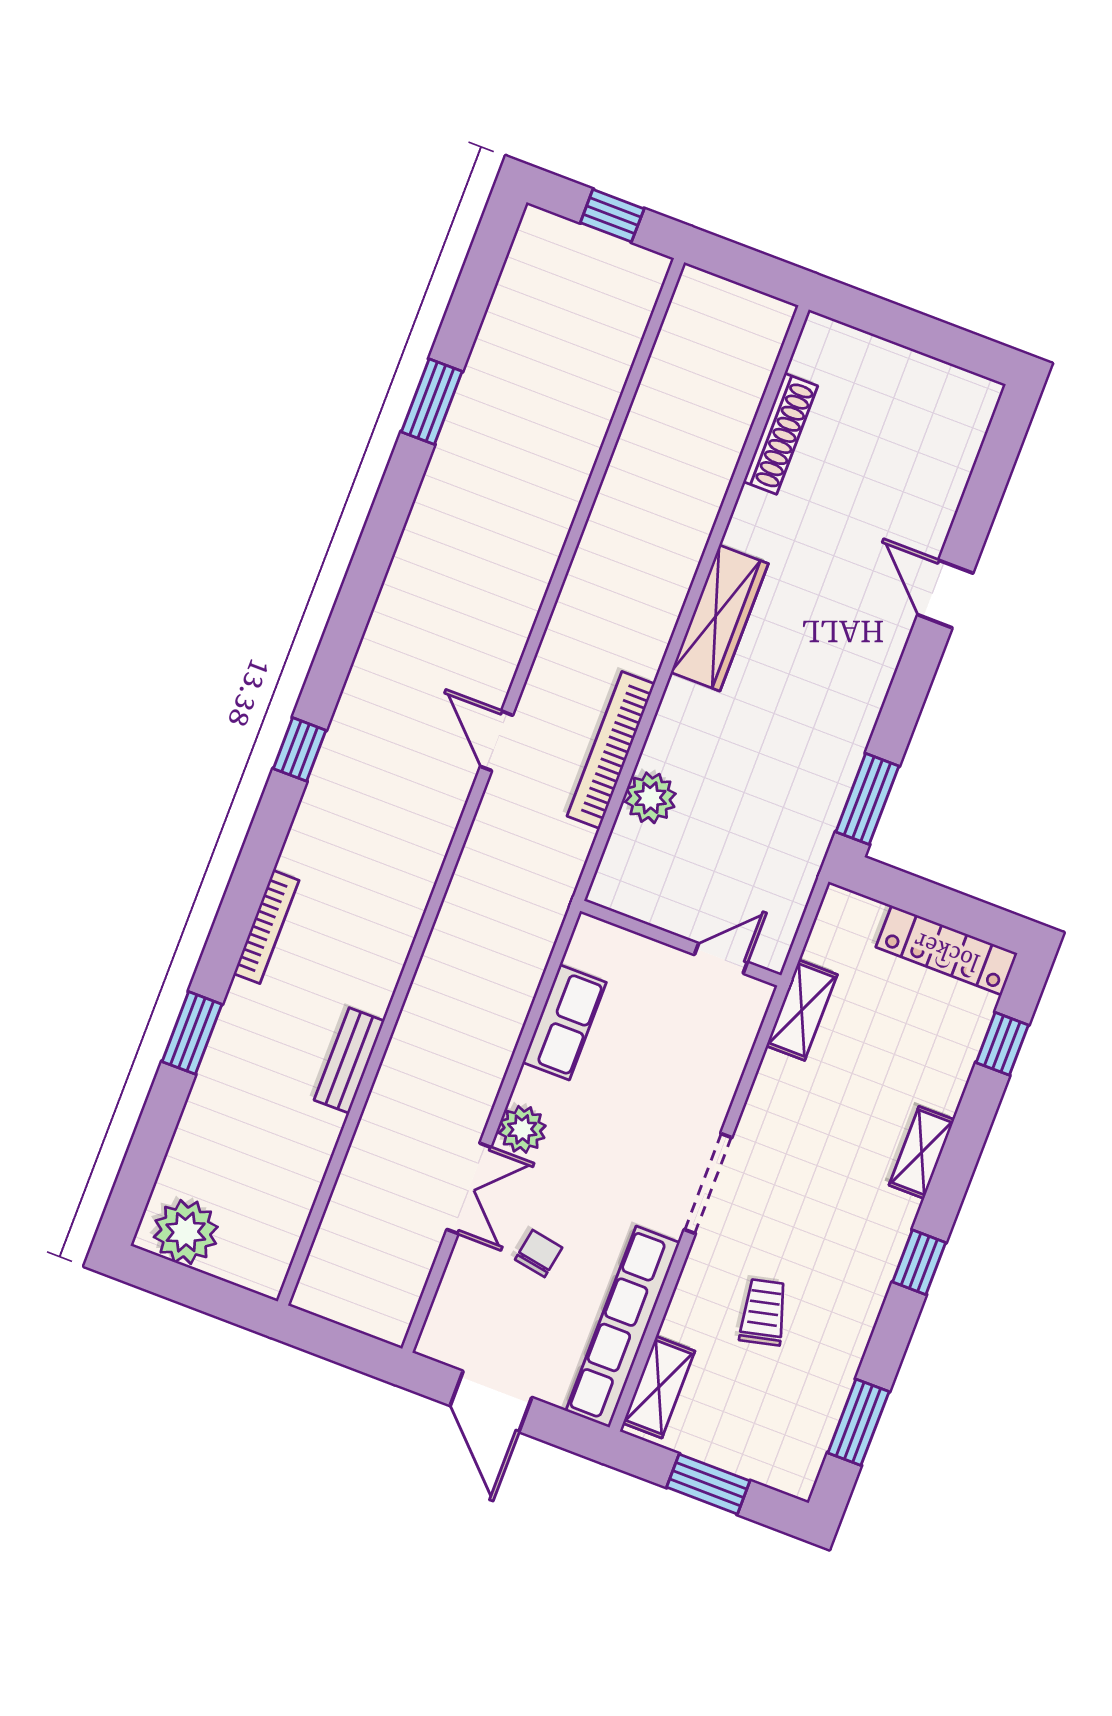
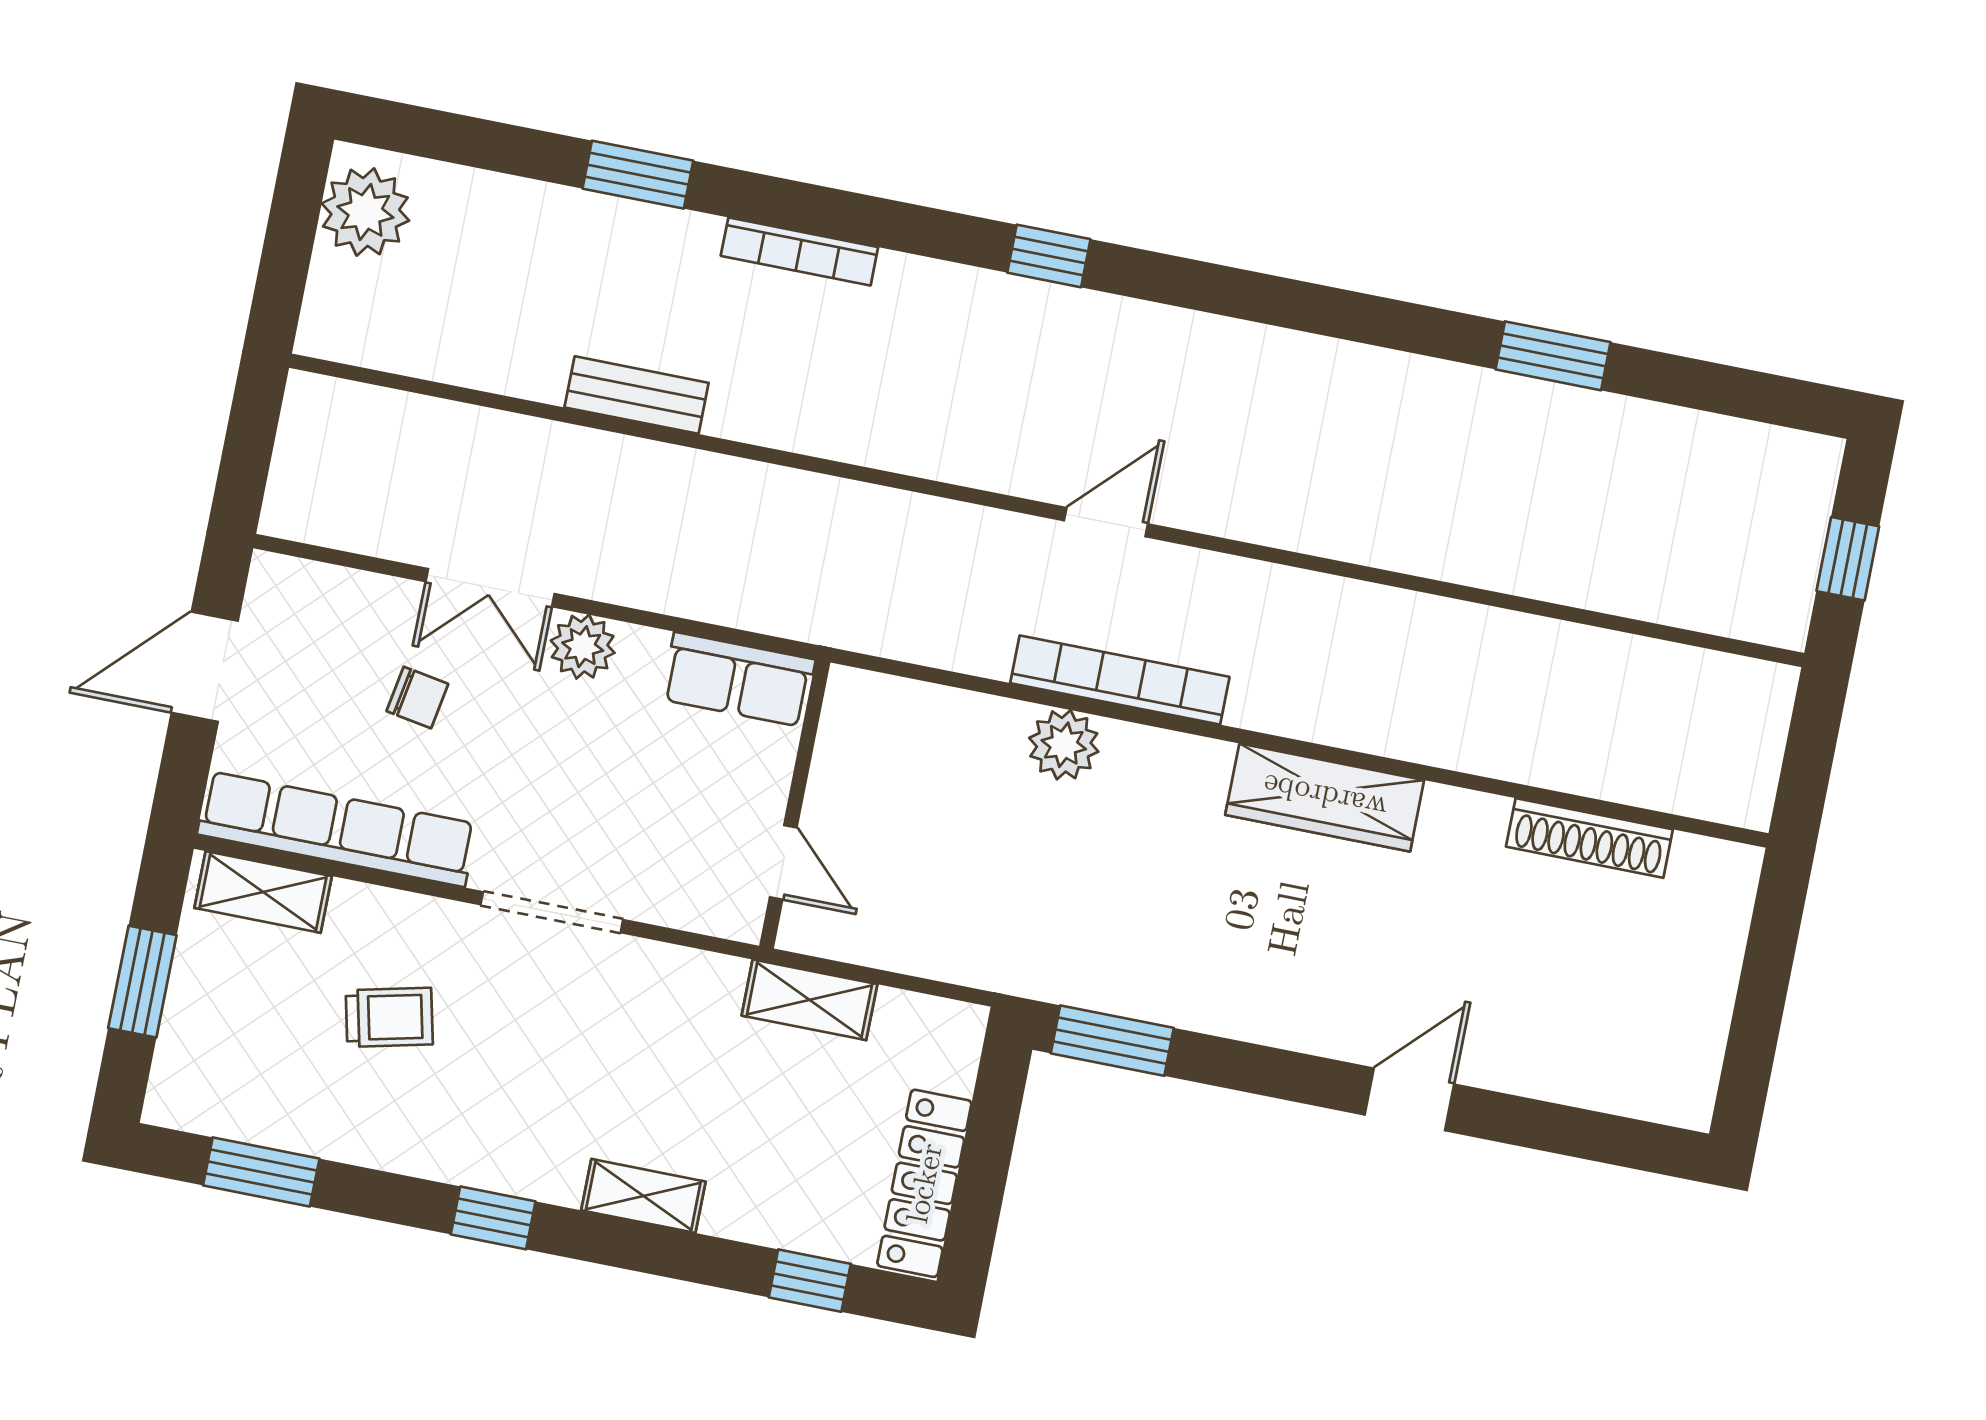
wall: (681, 943) -> (795, 804), moved
door: (721, 958) -> (783, 862), moved

